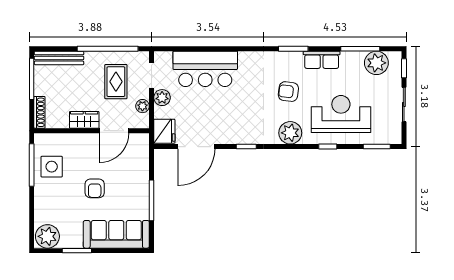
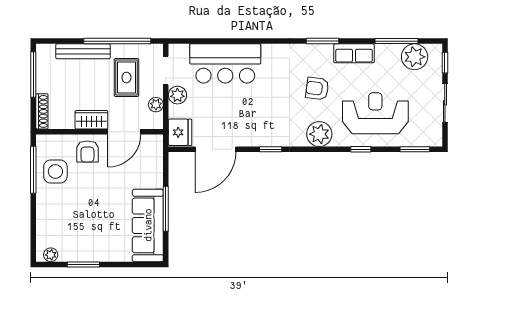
bench: (59, 58) -> (83, 51), moved
armchair: (95, 188) -> (87, 152), moved
sofa: (116, 234) -> (148, 225), moved, turned -90
plant: (47, 236) -> (51, 255), width x0.53, depth x0.53

